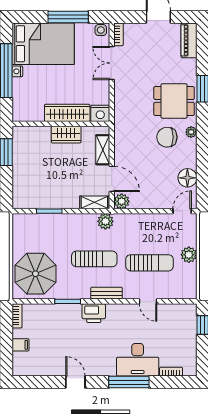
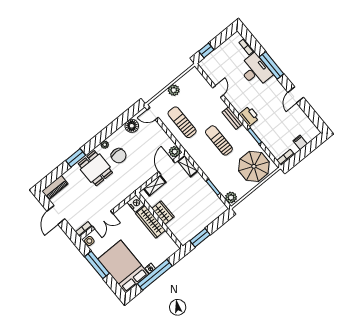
plant: (105, 221) -> (231, 197), moved
sun lounger: (150, 263) -> (182, 122), moved

